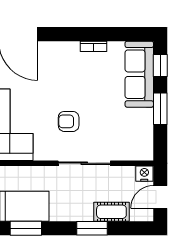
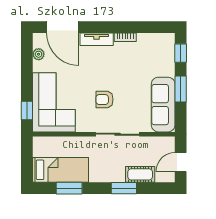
tv unit: (59, 49) -> (97, 39), added
sofa: (139, 74) -> (163, 105), moved
nightstand: (144, 174) -> (167, 143), removed

